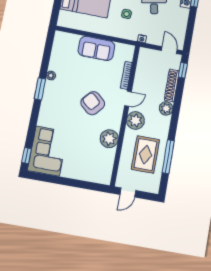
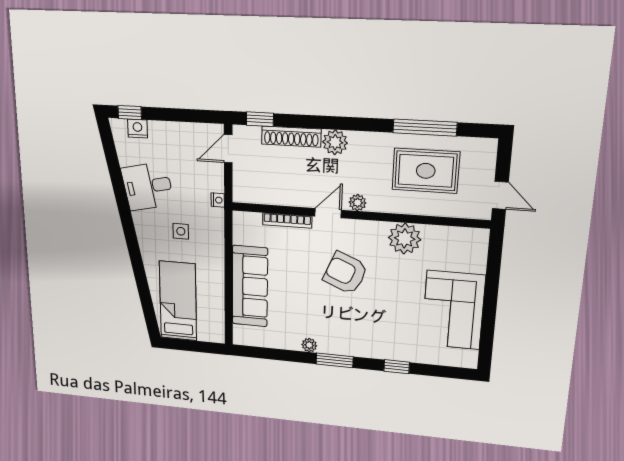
sofa: (96, 48) -> (250, 286), width x1.36
door: (128, 99) -> (328, 213), hinge flipped
armchair: (93, 103) -> (345, 273), turned 72
plant: (135, 121) -> (358, 203), width x0.53, depth x0.53
corner sofa: (48, 151) -> (453, 310), moved, turned -90
window: (26, 156) -> (397, 367), moved

